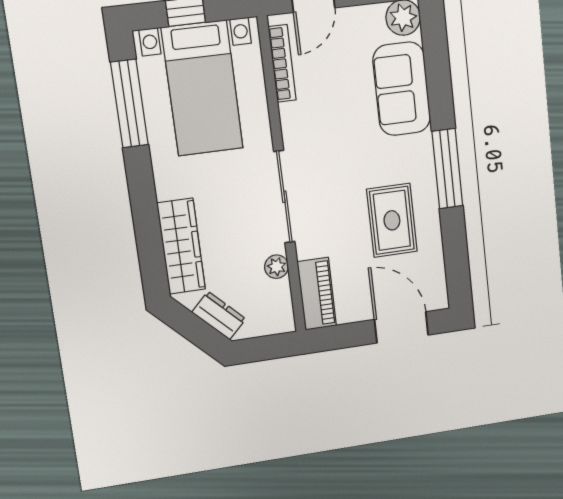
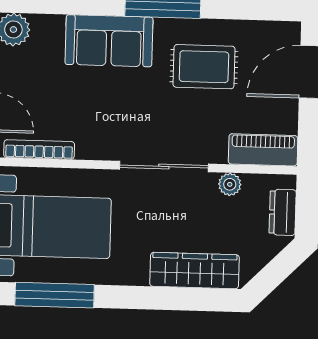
sofa: (402, 89) -> (109, 41), moved
dresser: (219, 316) -> (283, 212), moved, turned -45

